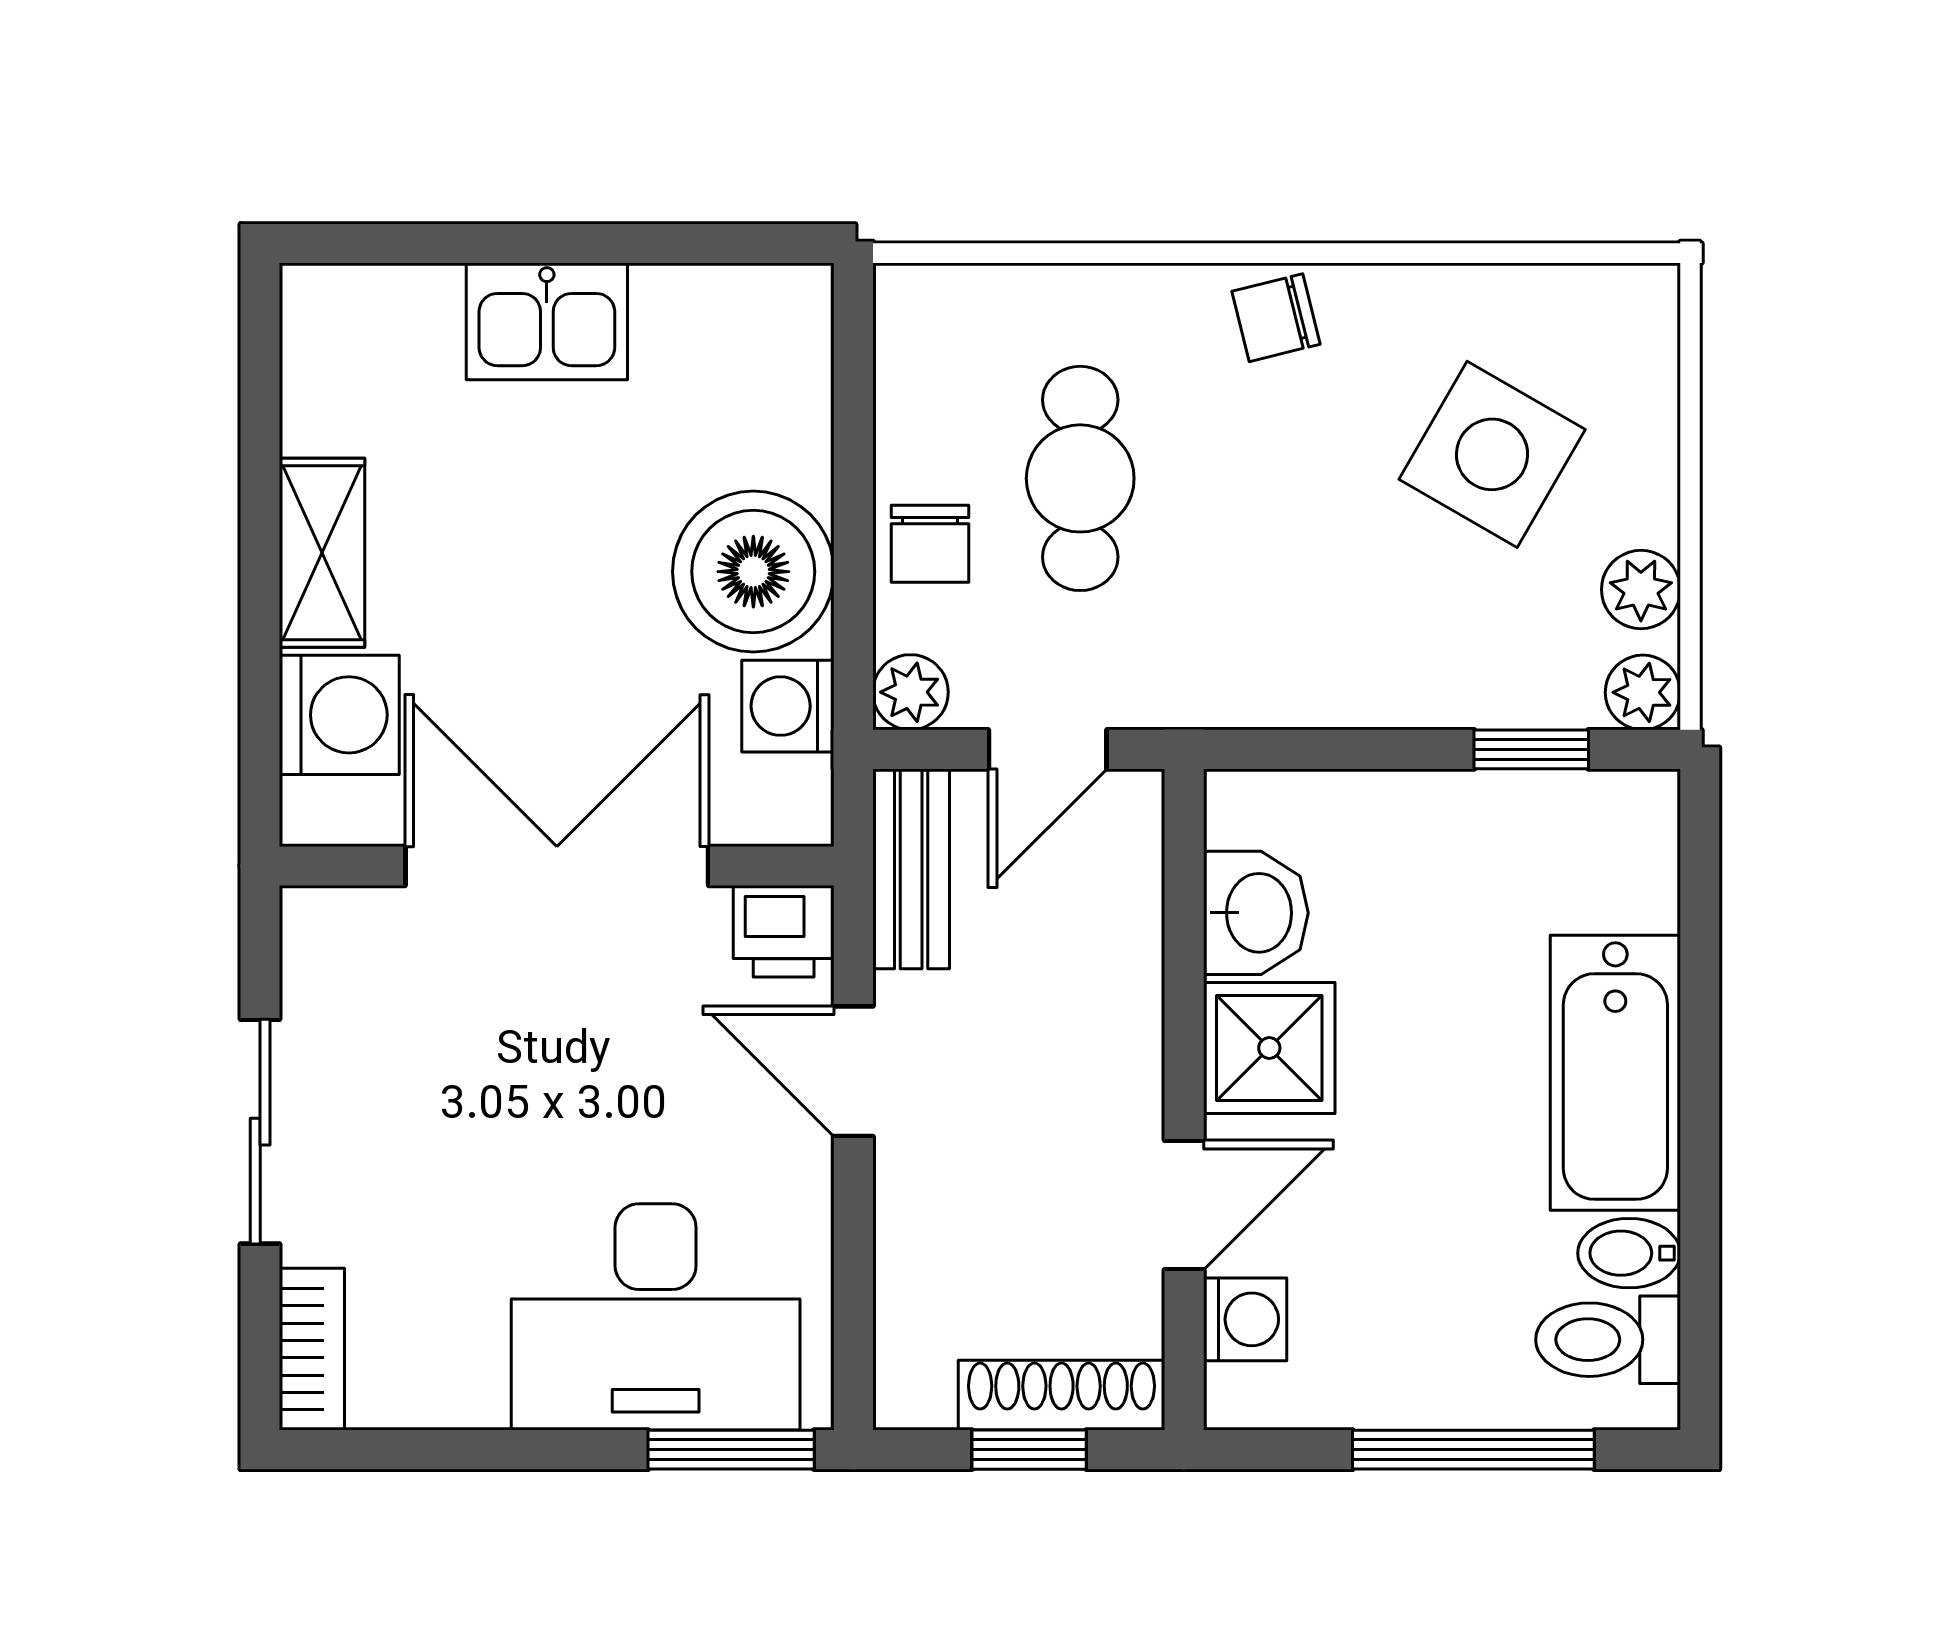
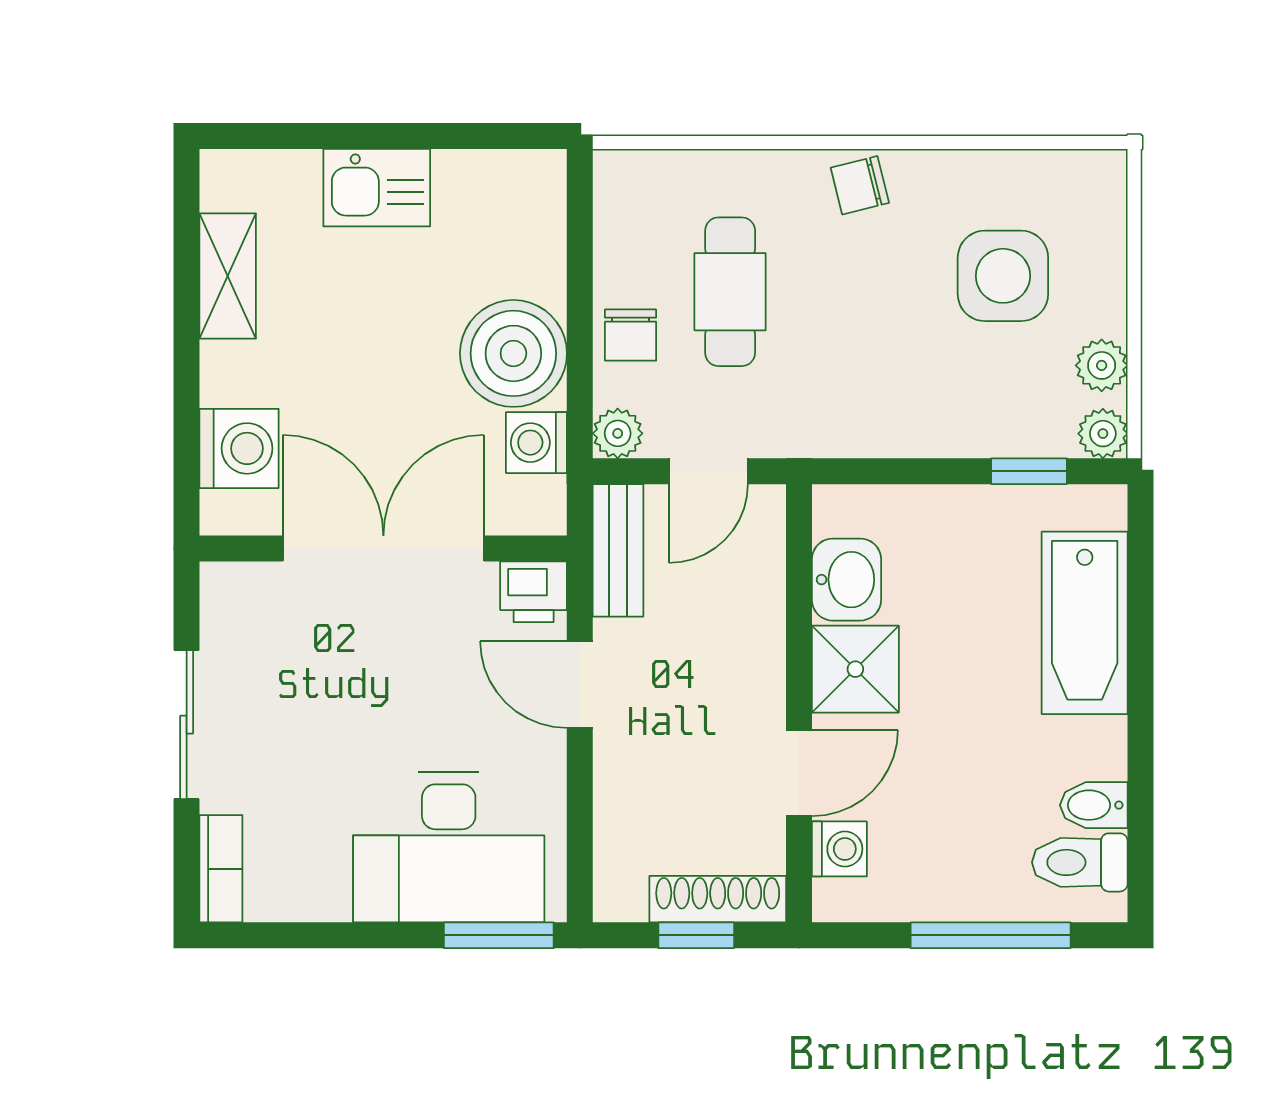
side table: (1492, 454) -> (1003, 276), turned -30
shelving: (322, 553) -> (228, 276), moved
bathtub: (1615, 1073) -> (1085, 623), moved

